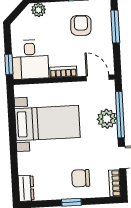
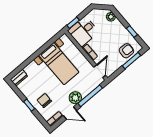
armchair: (81, 25) -> (126, 51), moved
plant: (107, 119) -> (75, 98), moved

